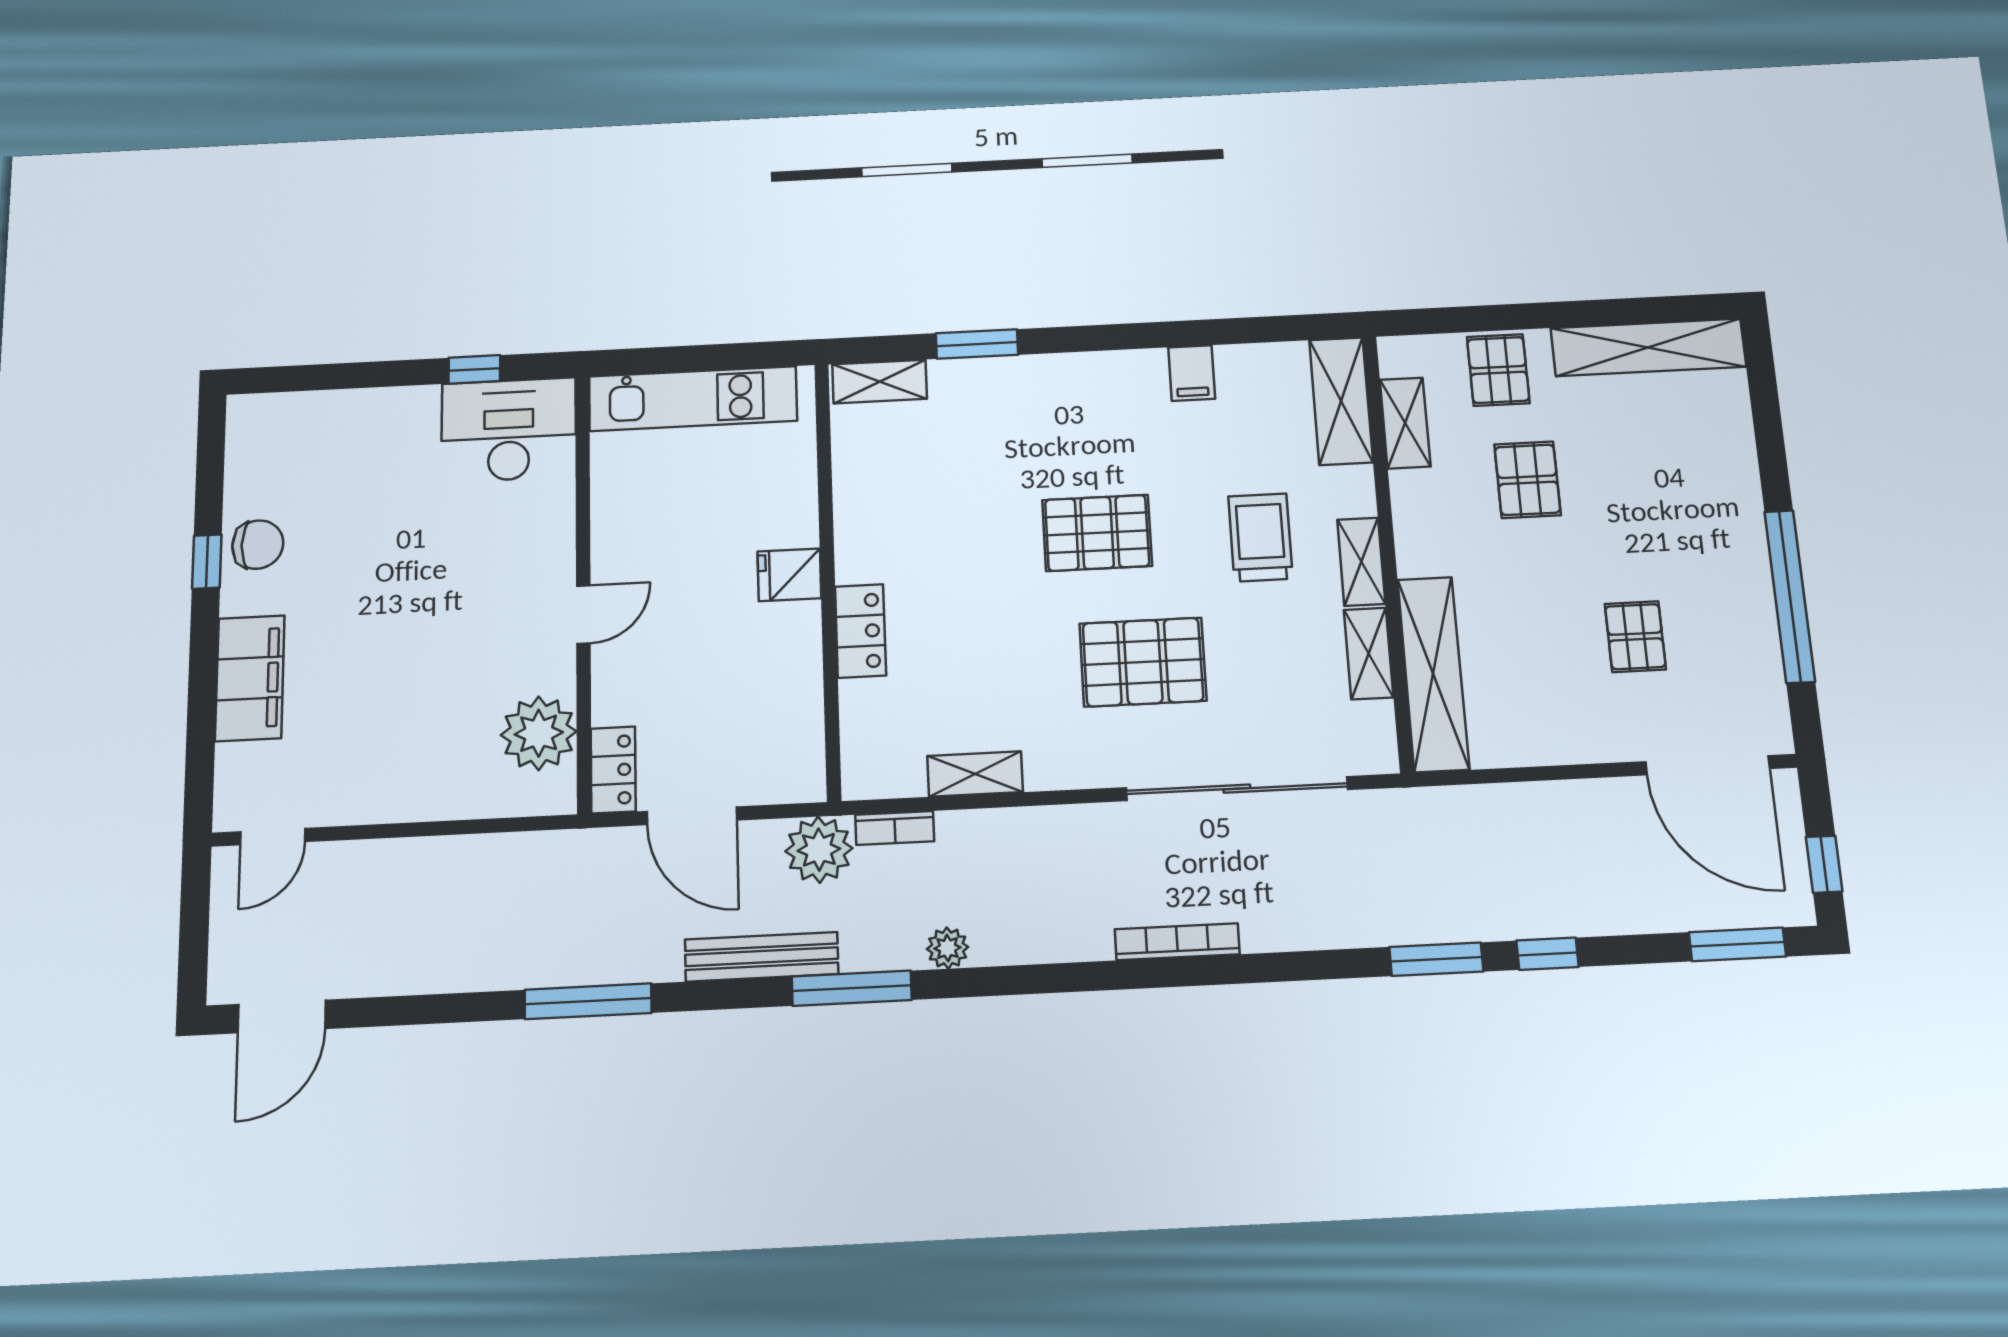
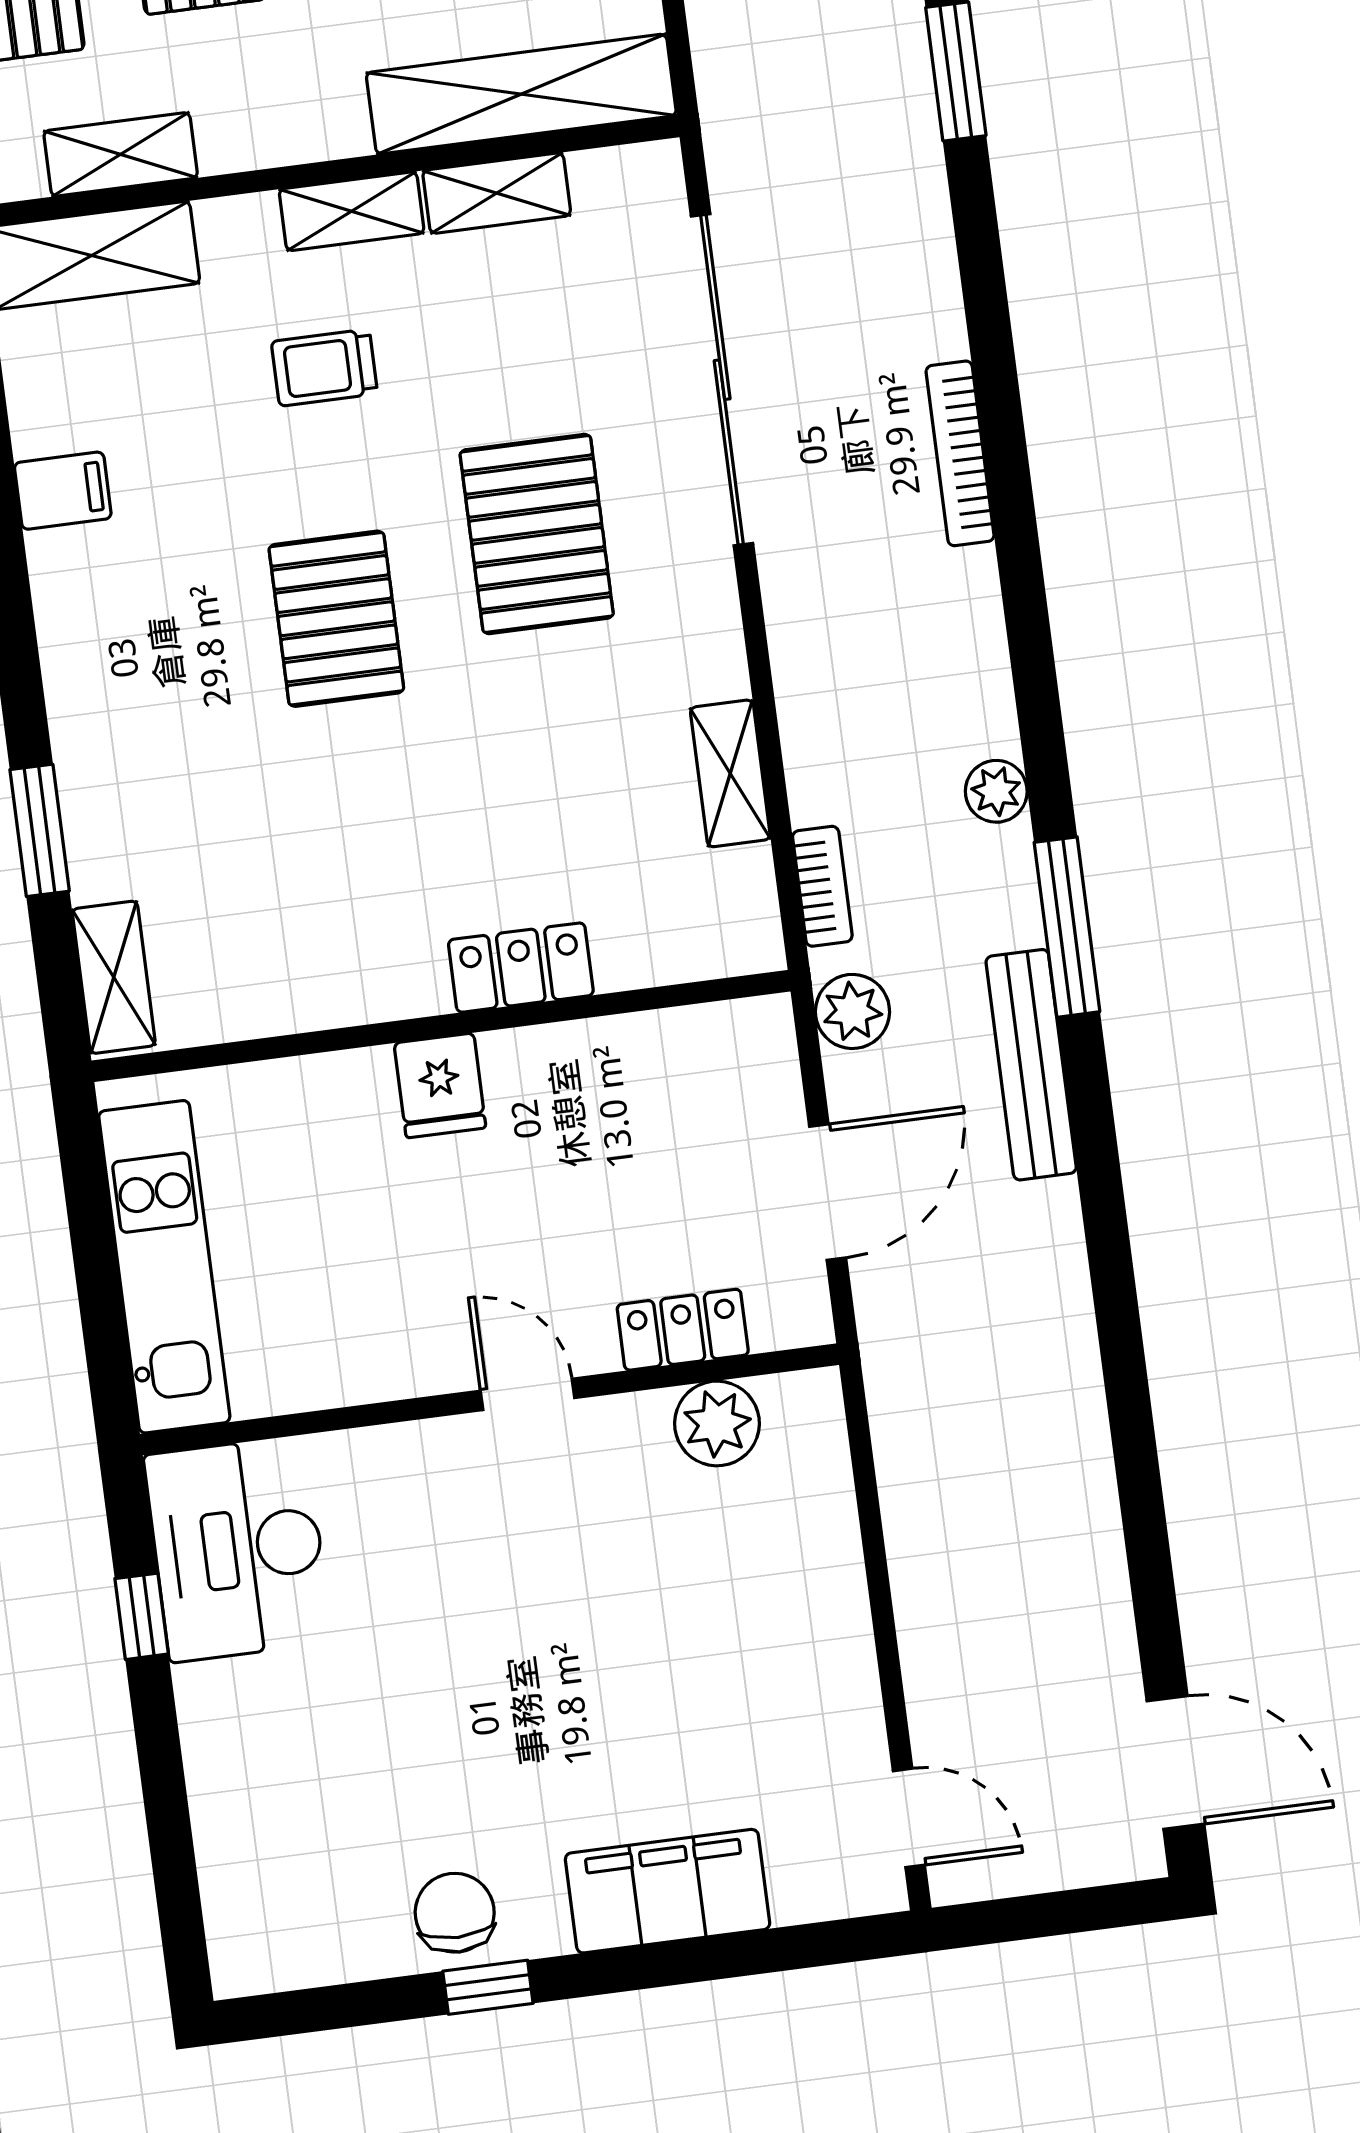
trolley: (1260, 537) -> (324, 368), width x0.73, depth x0.72
plant: (539, 733) -> (717, 1423), width x0.73, depth x0.73
locker: (613, 770) -> (683, 1330), moved
plant: (819, 850) -> (852, 1011), width x0.73, depth x0.73
window: (588, 1001) -> (1117, 1313), removed

